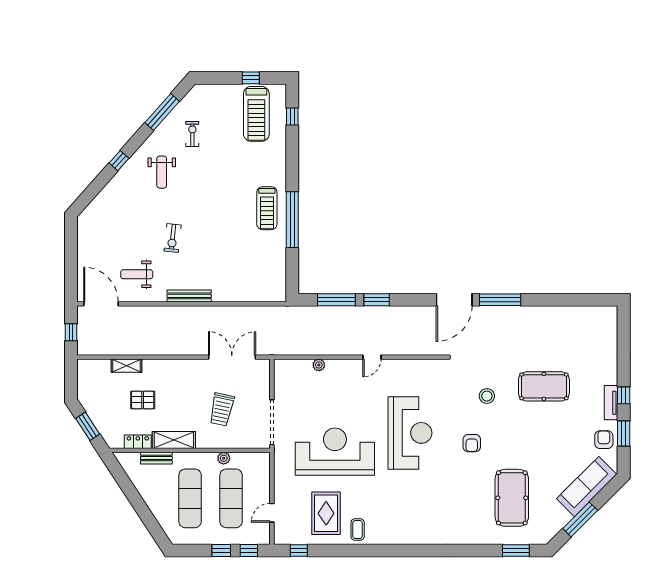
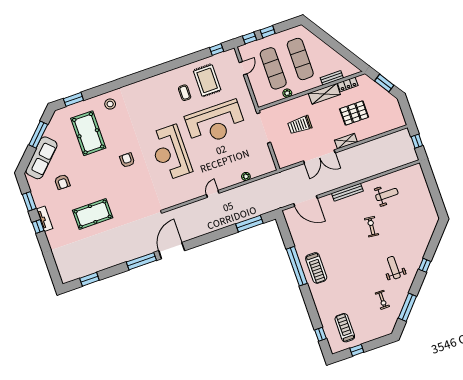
treadmill: (256, 114) -> (345, 328), width x0.73, depth x0.73
treadmill: (267, 208) -> (316, 268), turned 180
window: (377, 300) -> (89, 279), moved
door: (101, 304) -> (306, 201), moved
double door: (232, 357) -> (319, 157), moved
shelving: (127, 366) -> (346, 141), moved
stool: (487, 396) -> (110, 104), moved
pallet: (143, 400) -> (354, 113), width x1.50, depth x1.42
trolley: (222, 409) -> (300, 125), turned -102
armchair: (604, 440) -> (62, 182), moved
coffee table: (358, 530) -> (185, 93), moved

